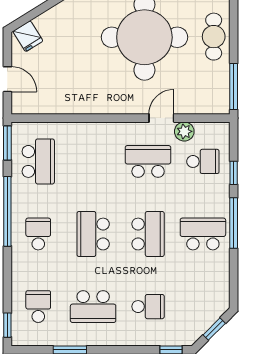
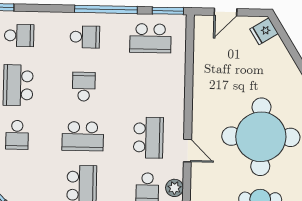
plant: (184, 131) -> (174, 188), moved
school desk: (93, 234) -> (84, 87), width x0.54

